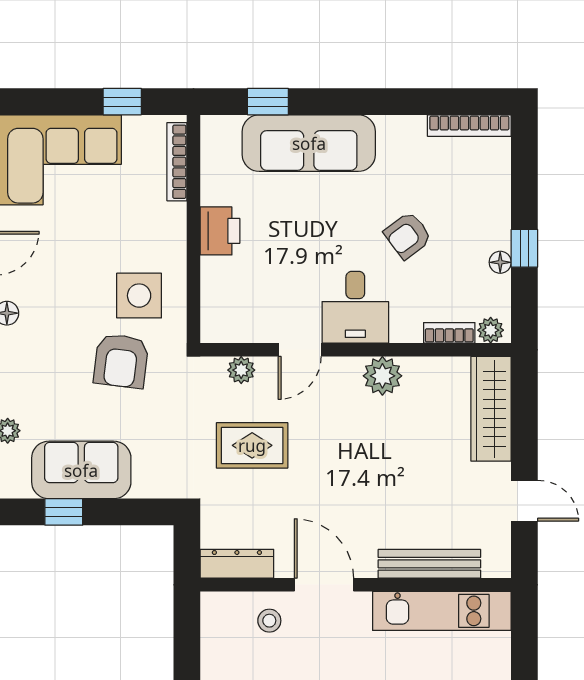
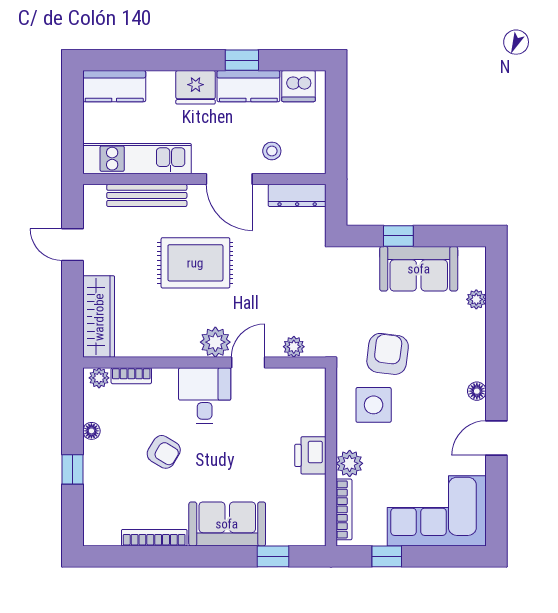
bookcase: (469, 126) -> (154, 538), moved
sofa: (309, 143) -> (227, 524), width x0.73
plant: (170, 221) -> (350, 463), added
armchair: (408, 235) -> (164, 452), turned 68
window: (524, 248) -> (73, 469), moved
plant: (382, 376) -> (215, 342), moved
rug: (252, 445) -> (195, 263), moved, width x1.36, depth x1.43
window: (64, 512) -> (398, 236), moved

